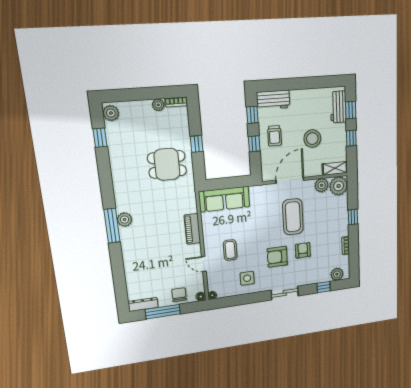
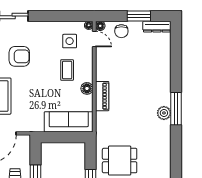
floor lamp: (209, 235) -> (87, 88), added
door: (204, 264) -> (94, 39), moved
side table: (247, 278) -> (70, 41), moved
window: (163, 312) -> (139, 16), width x0.69

